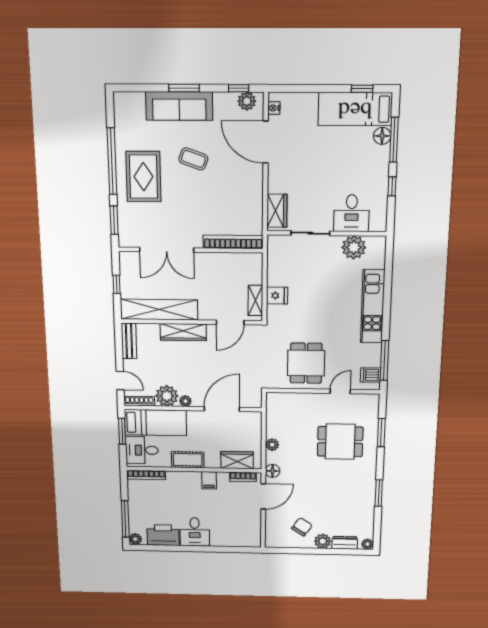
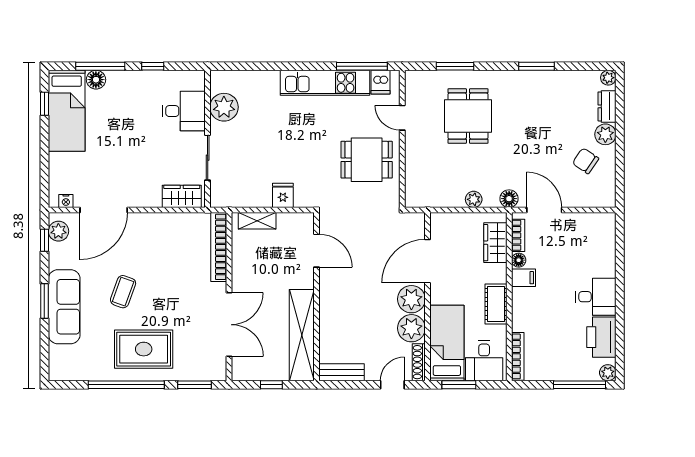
shelving: (255, 300) -> (257, 221), moved
kitchen unit: (373, 306) -> (325, 83), moved
wardrobe: (183, 332) -> (329, 307), removed
plant: (185, 401) -> (411, 299), width x1.88, depth x1.88
door: (222, 409) -> (428, 261), hinge flipped
floor lamp: (223, 477) -> (519, 260), added

